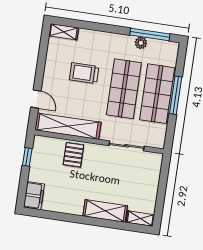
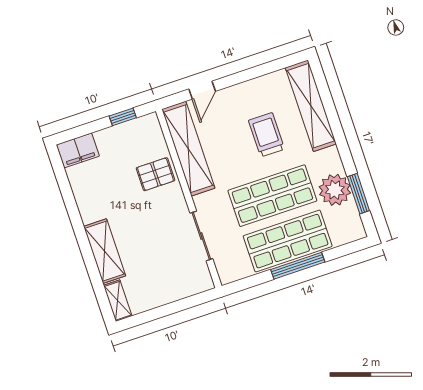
shelving: (64, 32) -> (311, 106), width x2.20, depth x1.33
window: (150, 34) -> (358, 194), width x0.69
plant: (141, 43) -> (335, 190), width x1.87, depth x1.87

